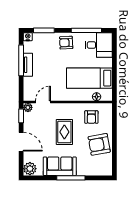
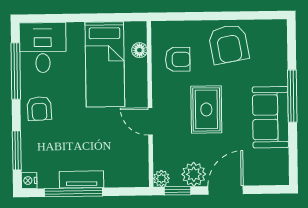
door: (43, 102) -> (150, 121), moved
rug: (64, 132) -> (206, 109), turned 90
plant: (30, 169) -> (194, 174), moved

